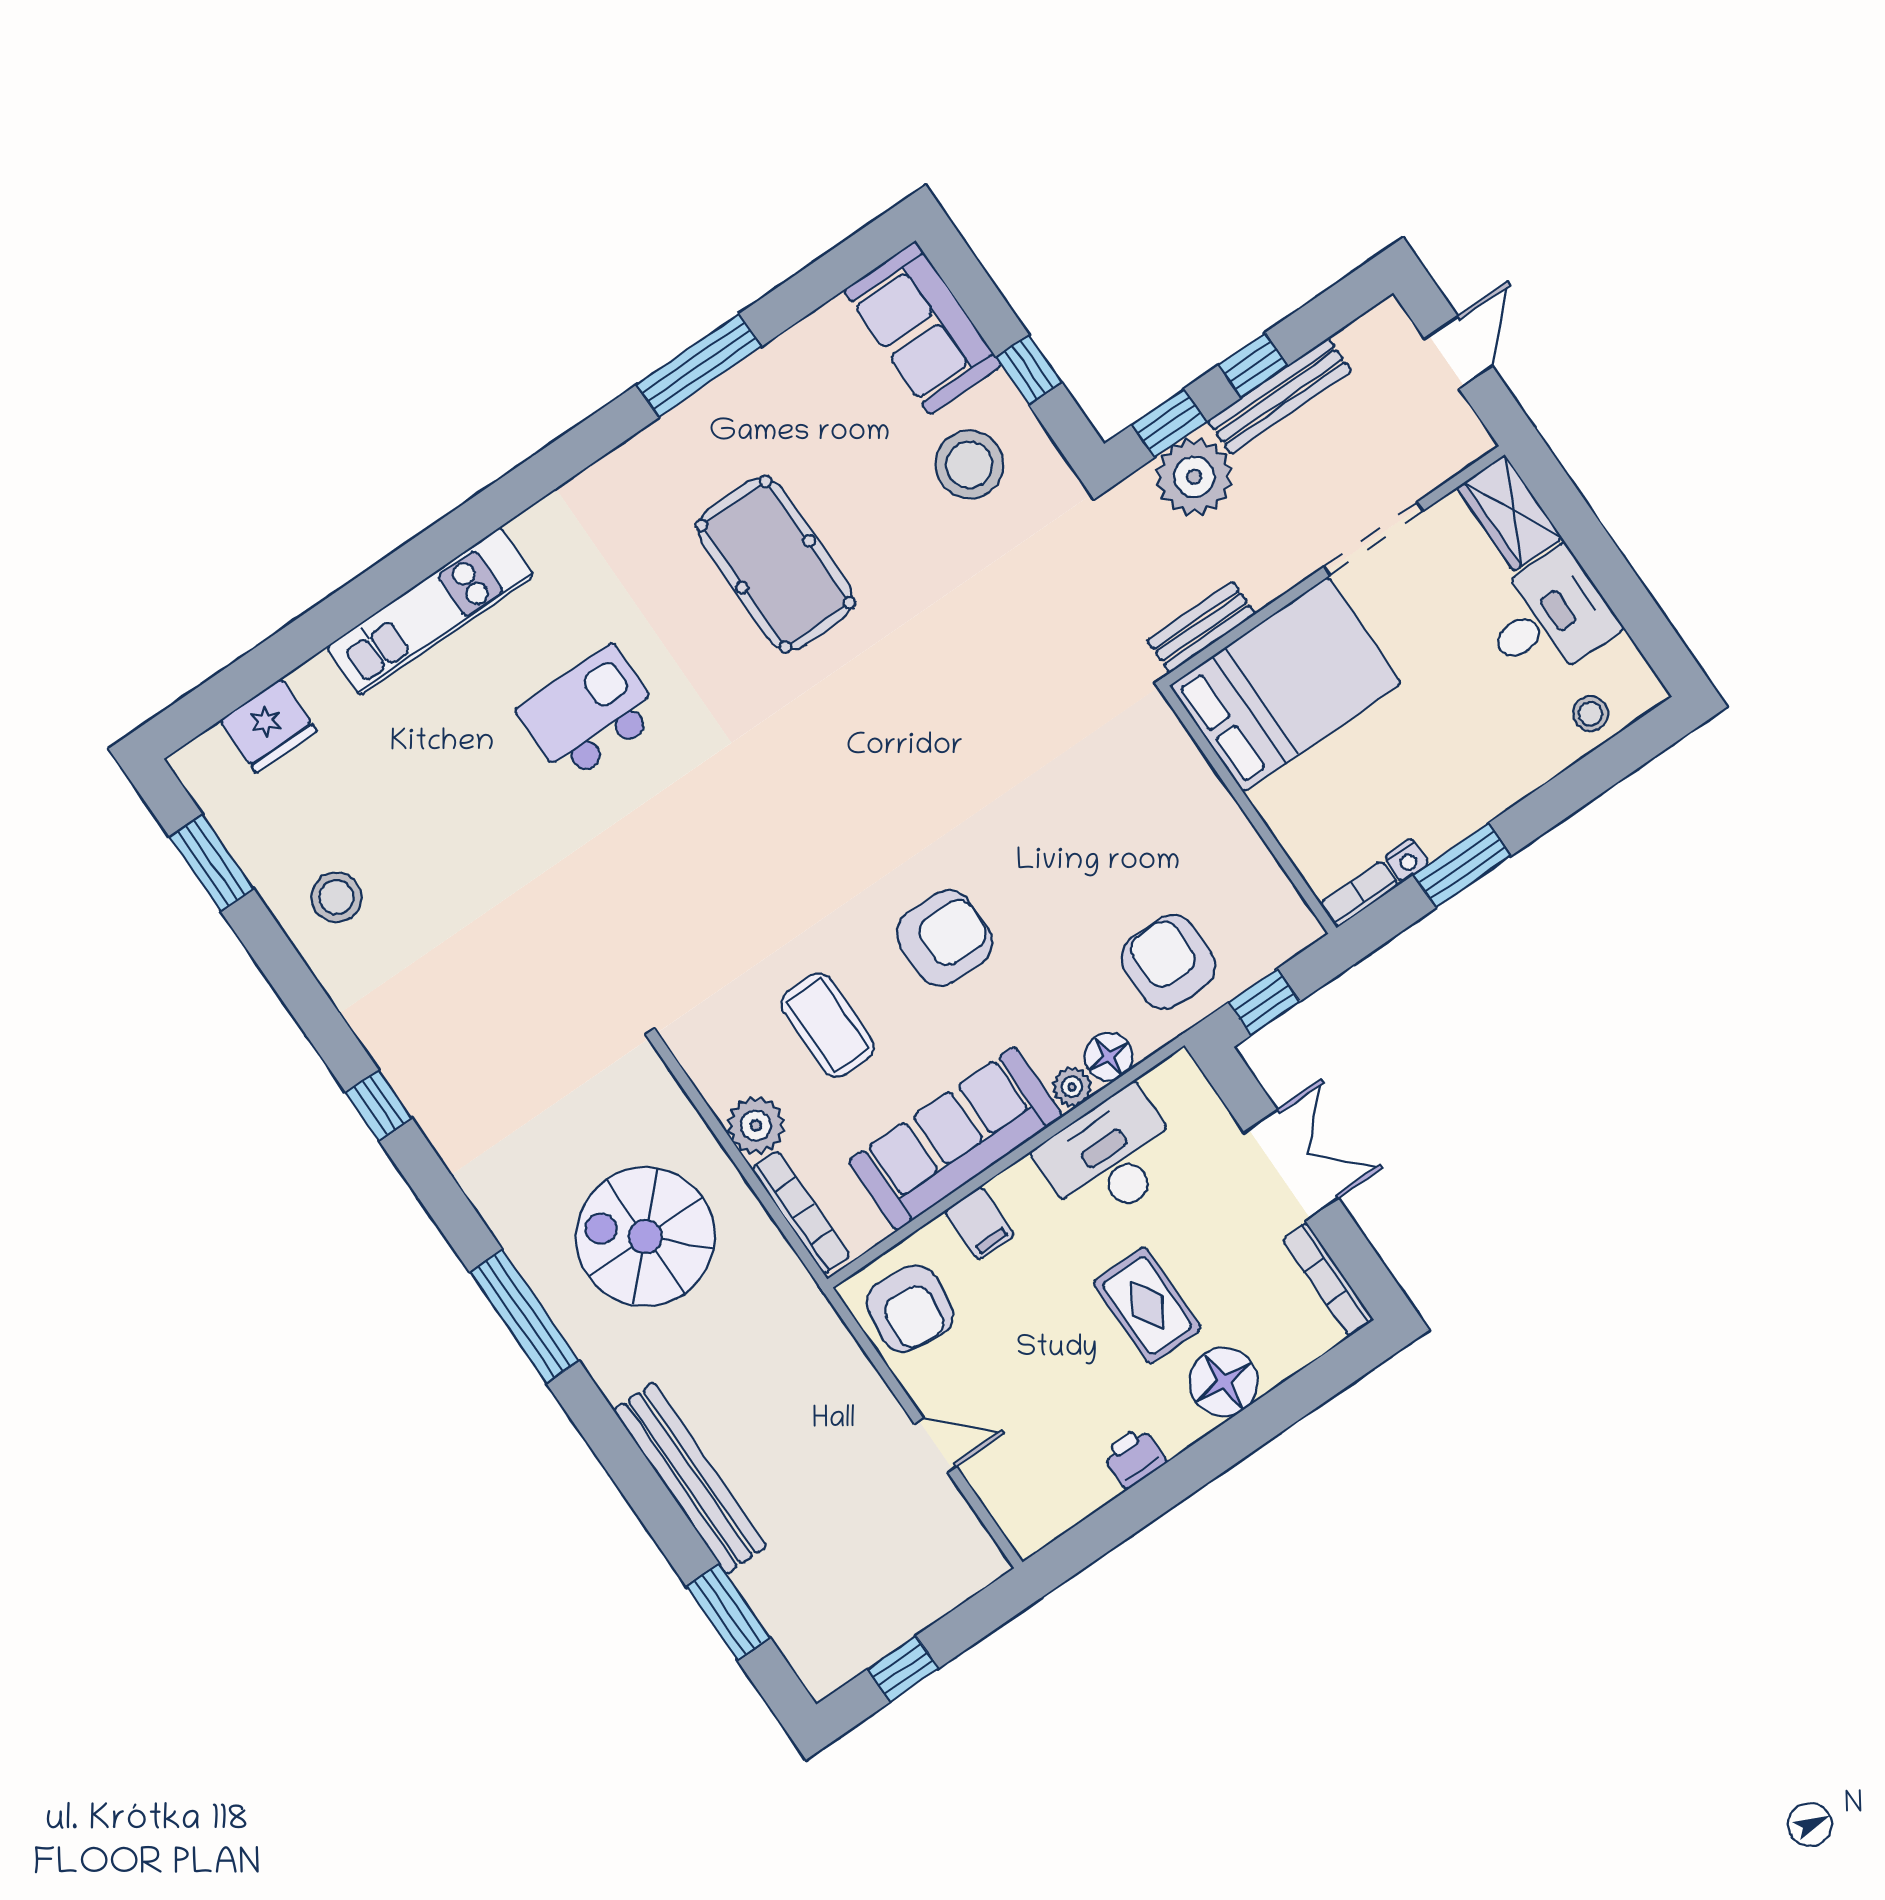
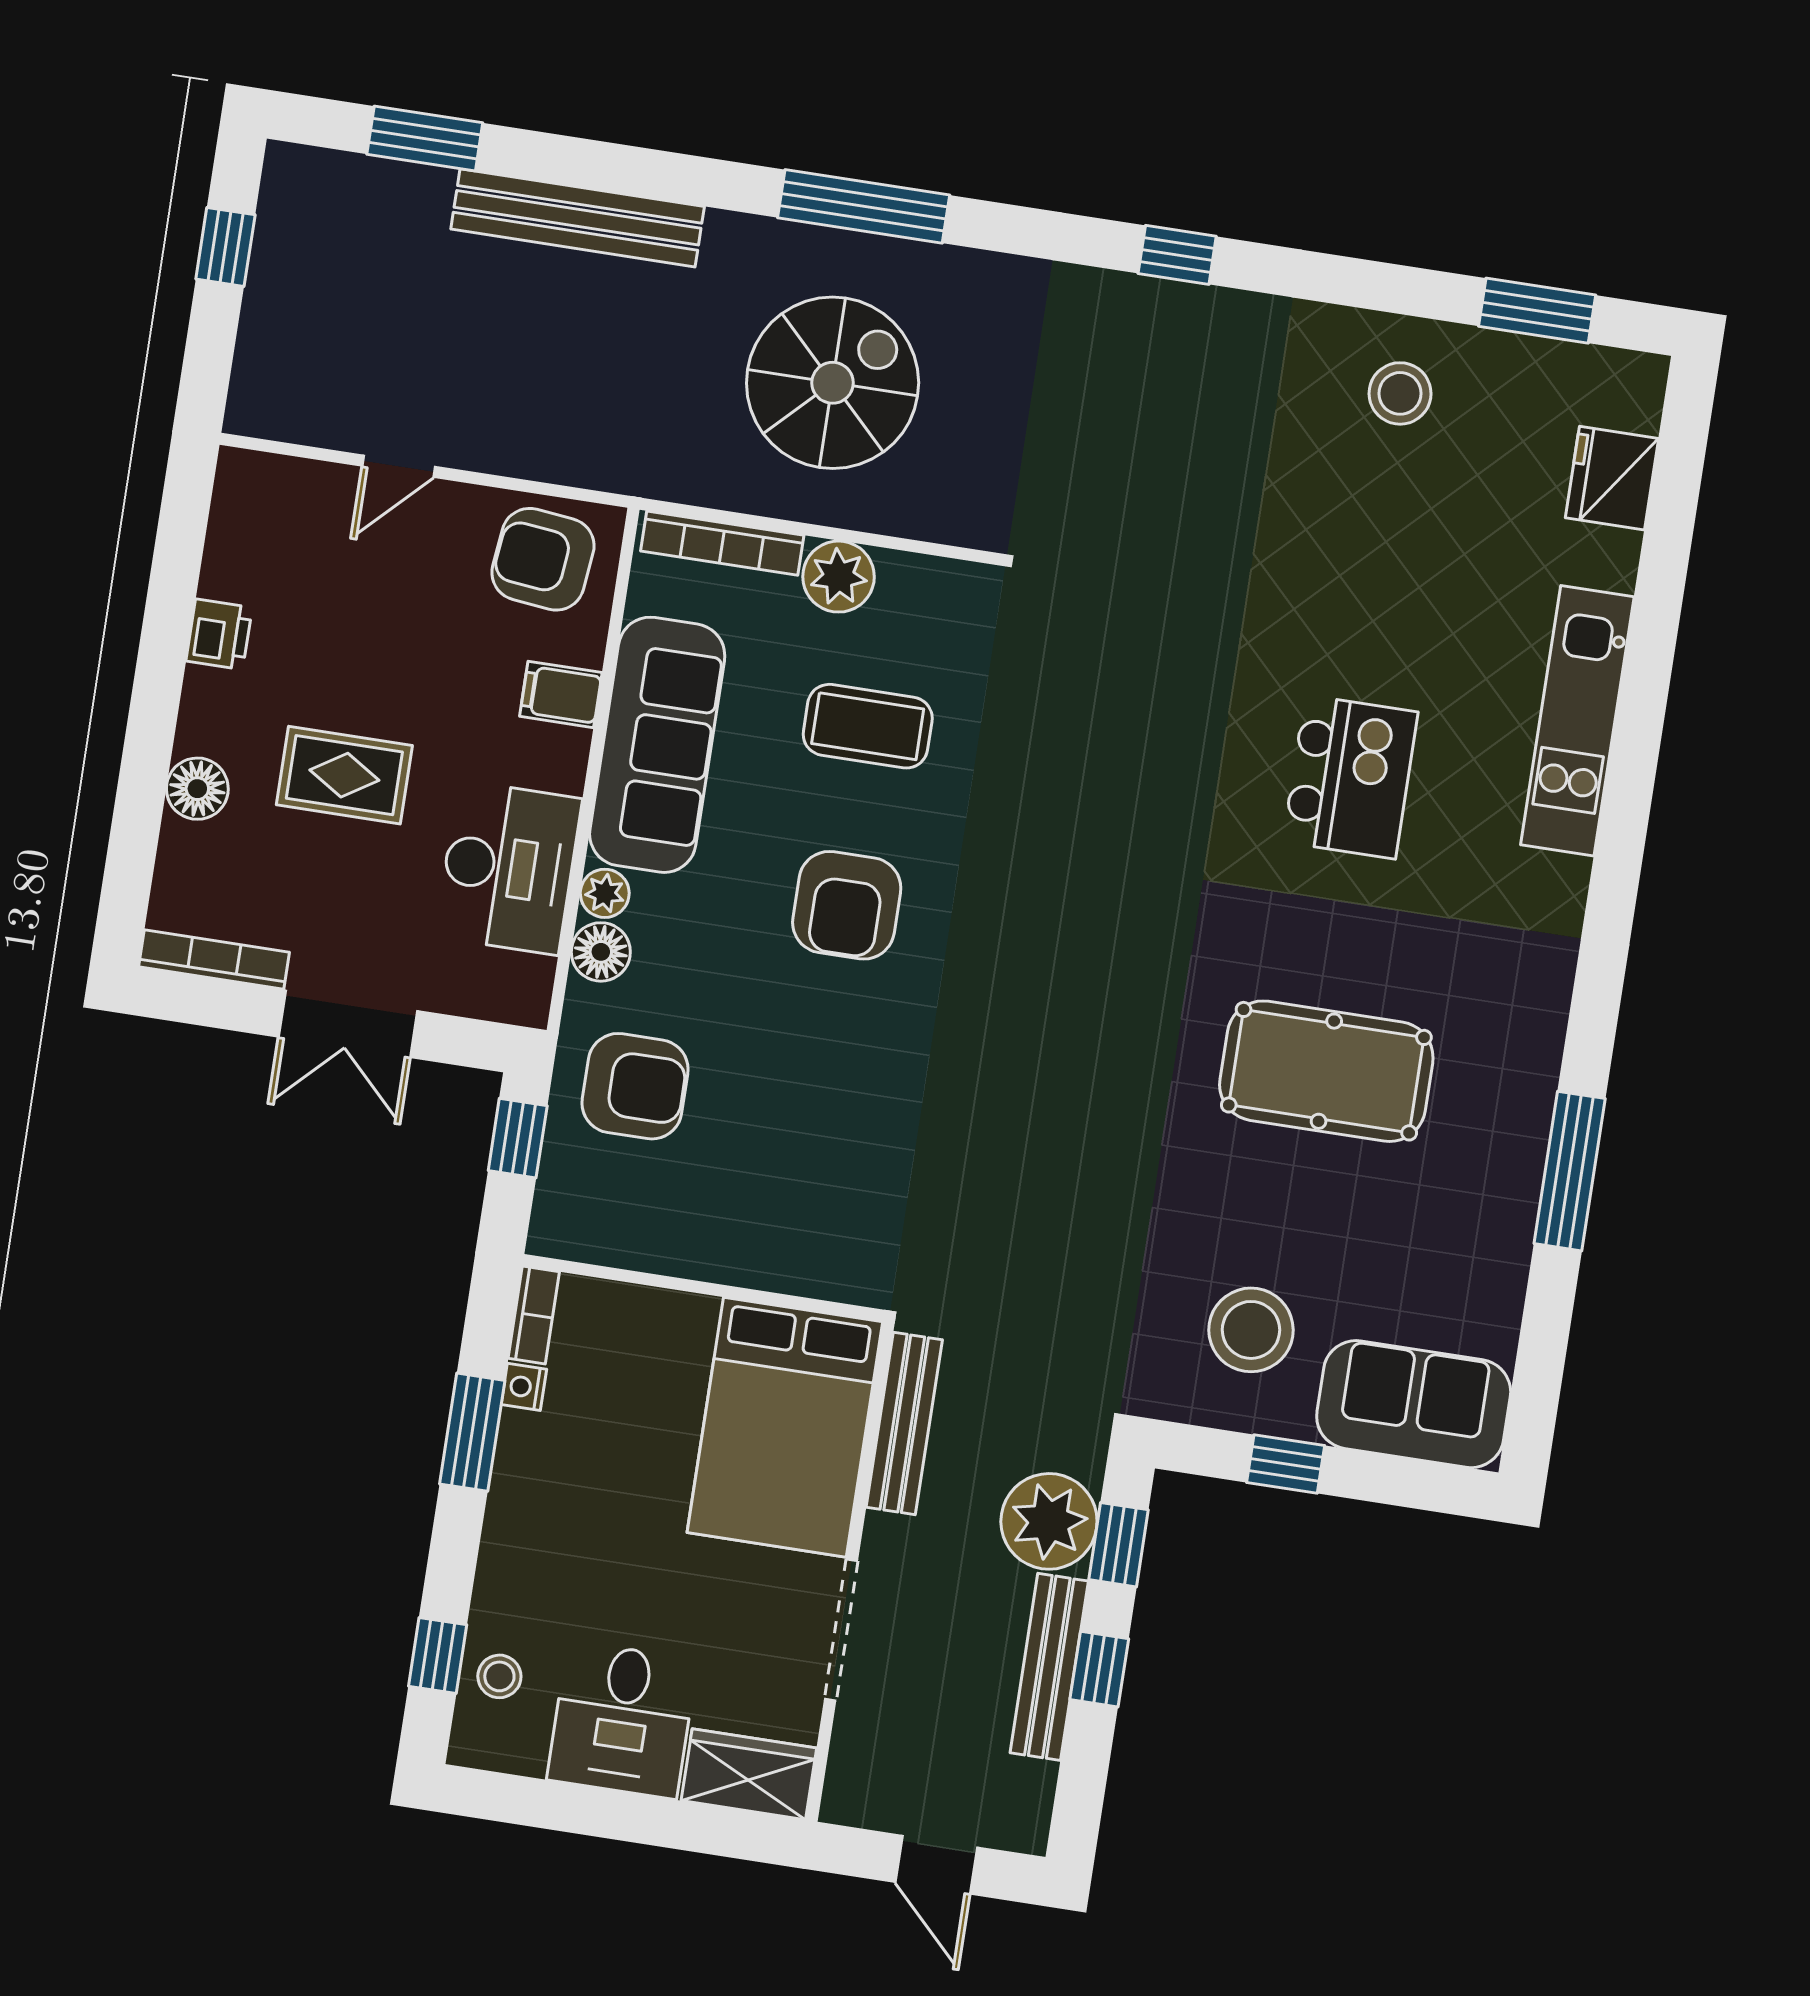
bench: (1201, 627) -> (904, 1423), width x1.36
window: (1613, 762) -> (438, 1655), added
floor lamp: (1224, 1382) -> (197, 789), width x0.73, depth x0.73

